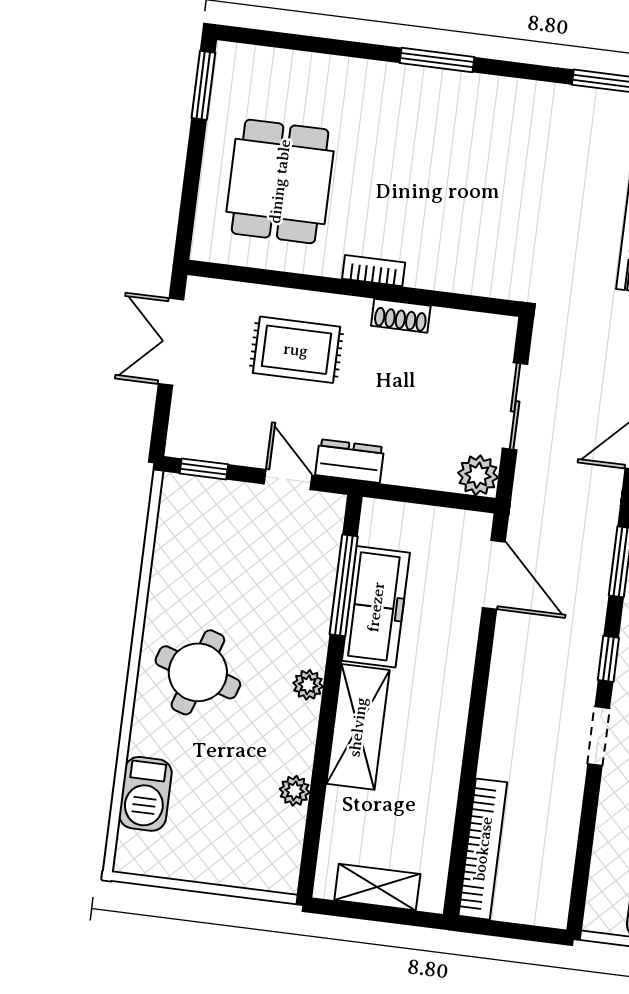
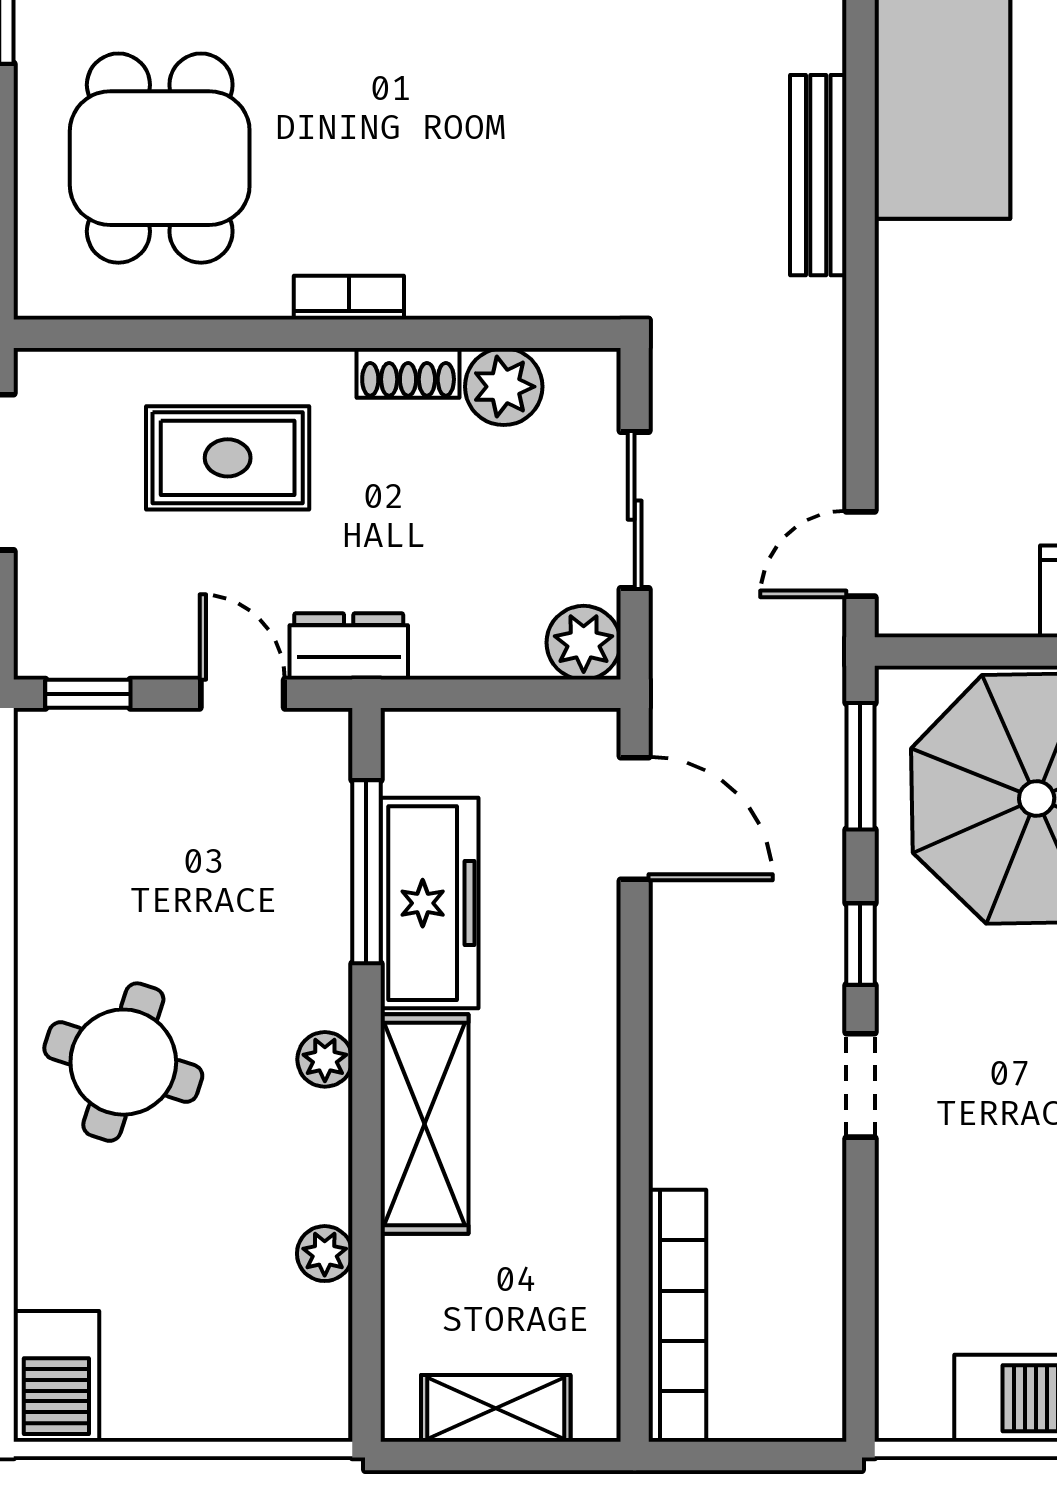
plant: (452, 330) -> (504, 387), added
barbecue: (145, 794) -> (56, 1376), moved

